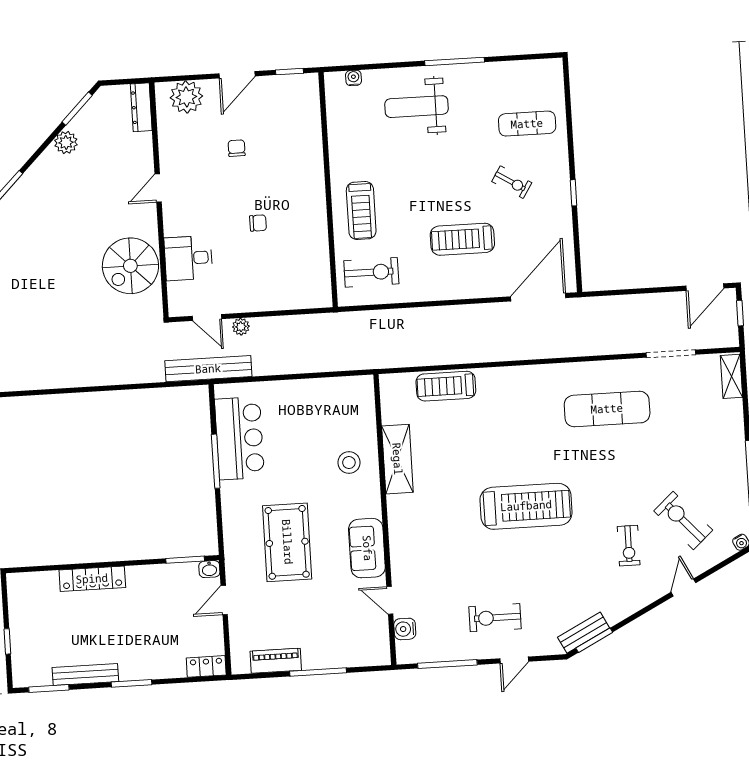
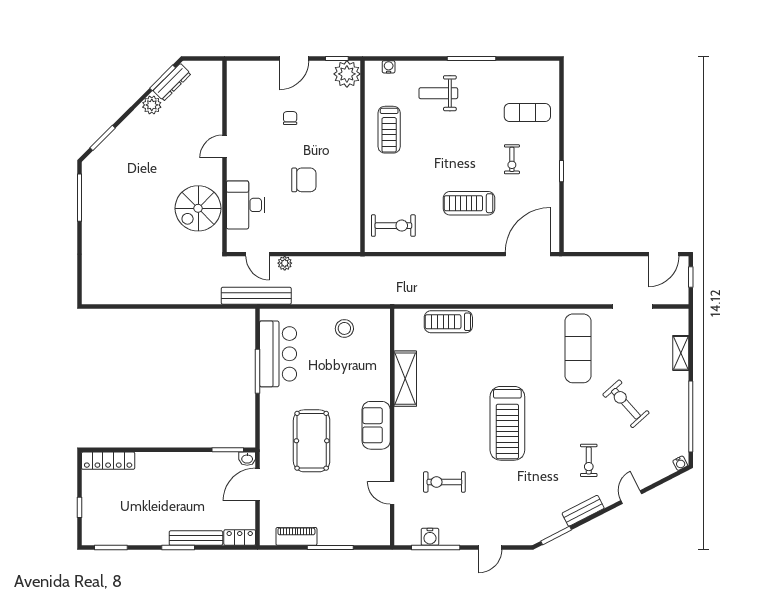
plant: (186, 97) -> (347, 74), moved
dresser: (141, 107) -> (172, 82), moved, turned -135
weight bench: (417, 107) -> (438, 93), width x0.73, depth x0.75
exercise bike: (512, 182) -> (512, 159), turned 58
treadmill: (361, 211) -> (389, 130), moved
chair: (258, 223) -> (304, 180), width x1.87, depth x1.87
desk: (188, 258) -> (245, 205), width x1.37
shelving: (731, 376) -> (681, 353), moved
exercise mat: (607, 409) -> (578, 348), turned 90
stool: (349, 463) -> (344, 328), moved
treadmill: (526, 506) -> (507, 423), turned 90
exercise bike: (683, 520) -> (626, 404), moved
sofa: (367, 548) -> (376, 425), moved
locker: (92, 579) -> (108, 461), moved
door: (224, 600) -> (258, 484), width x1.38
exercise bike: (495, 618) -> (444, 482), moved
water cooler: (405, 629) -> (430, 537), moved, turned -90
bench: (584, 633) -> (583, 511), moved
bench: (85, 674) -> (196, 538), moved

